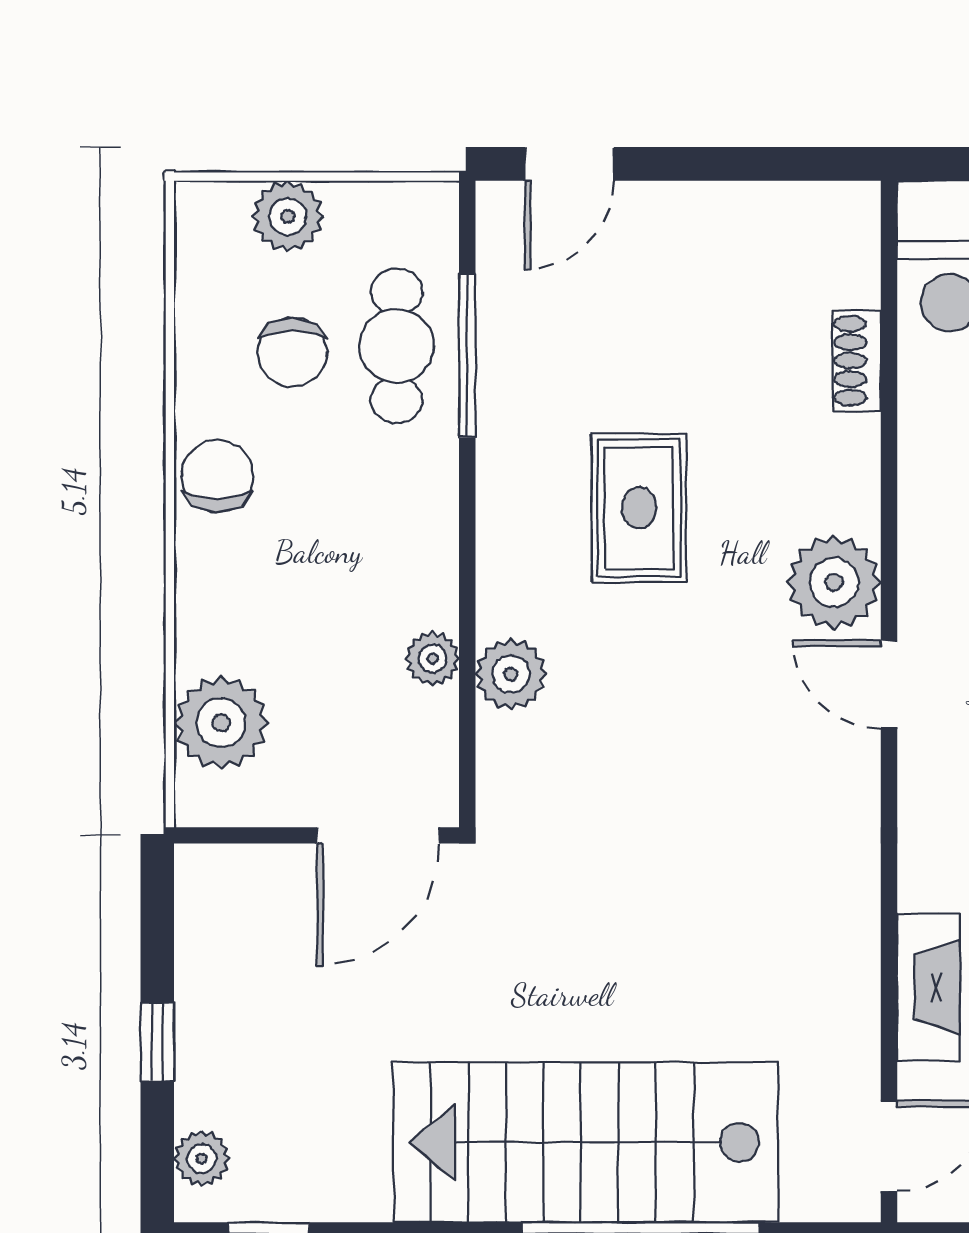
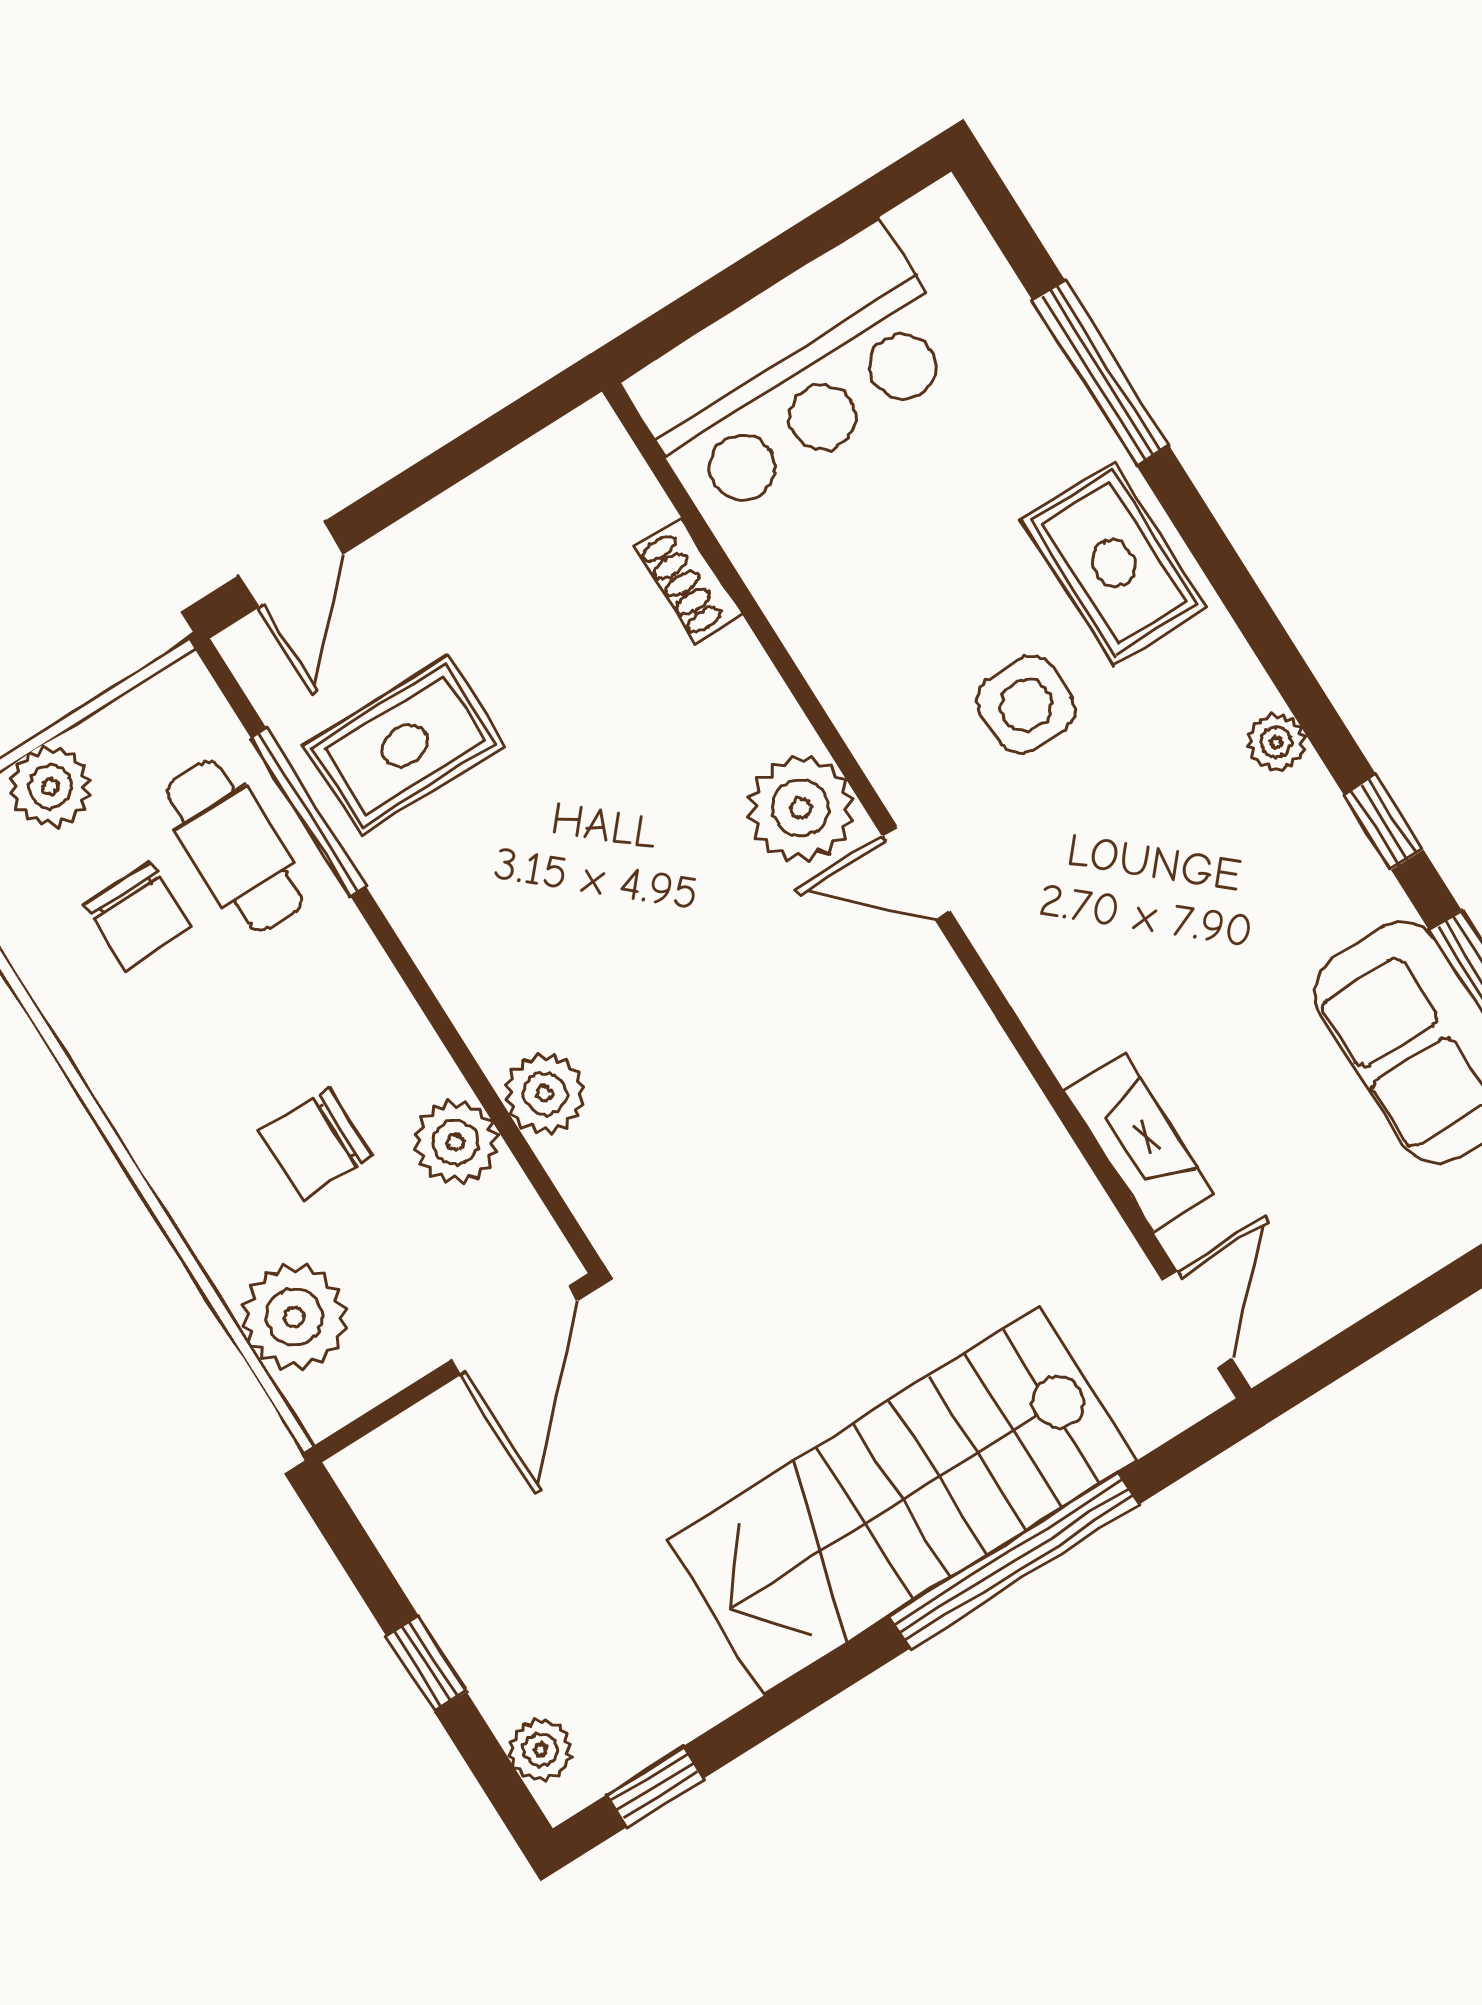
chair: (217, 476) -> (316, 1144), moved, turned -90
rug: (639, 508) -> (405, 745), moved, turned 90
plant: (432, 659) -> (456, 1142), width x1.38, depth x1.38

